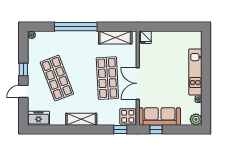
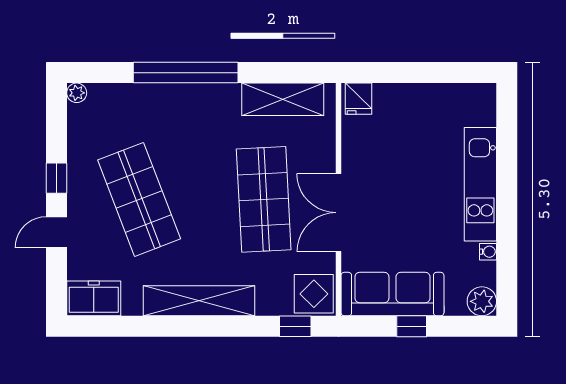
shelving: (81, 119) -> (199, 301), width x1.47
window: (156, 130) -> (412, 326), moved

